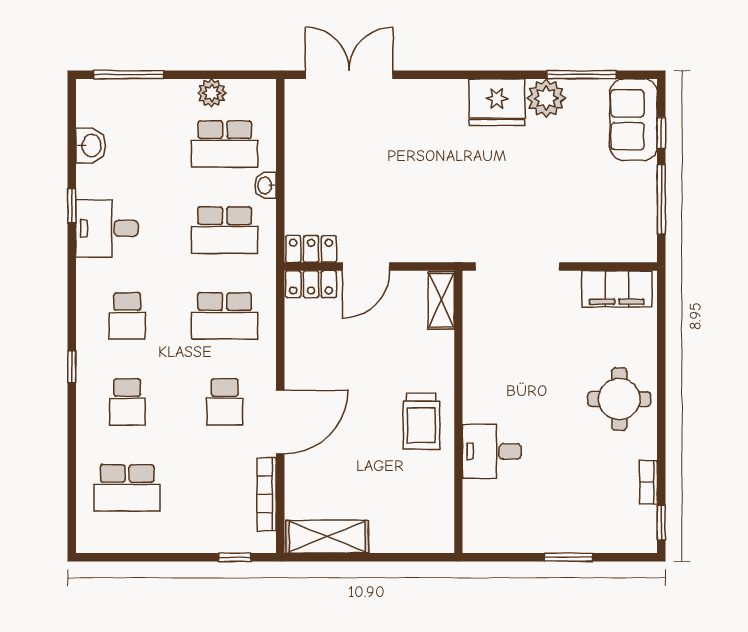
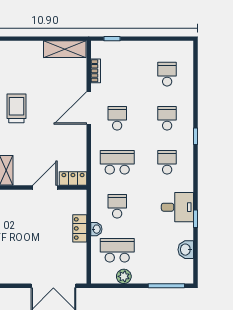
school desk: (225, 230) -> (117, 206), width x0.54
locker: (311, 249) -> (80, 228), moved, turned 90
school desk: (127, 488) -> (167, 74), width x0.54
bookcase: (267, 494) -> (96, 71), width x0.64

